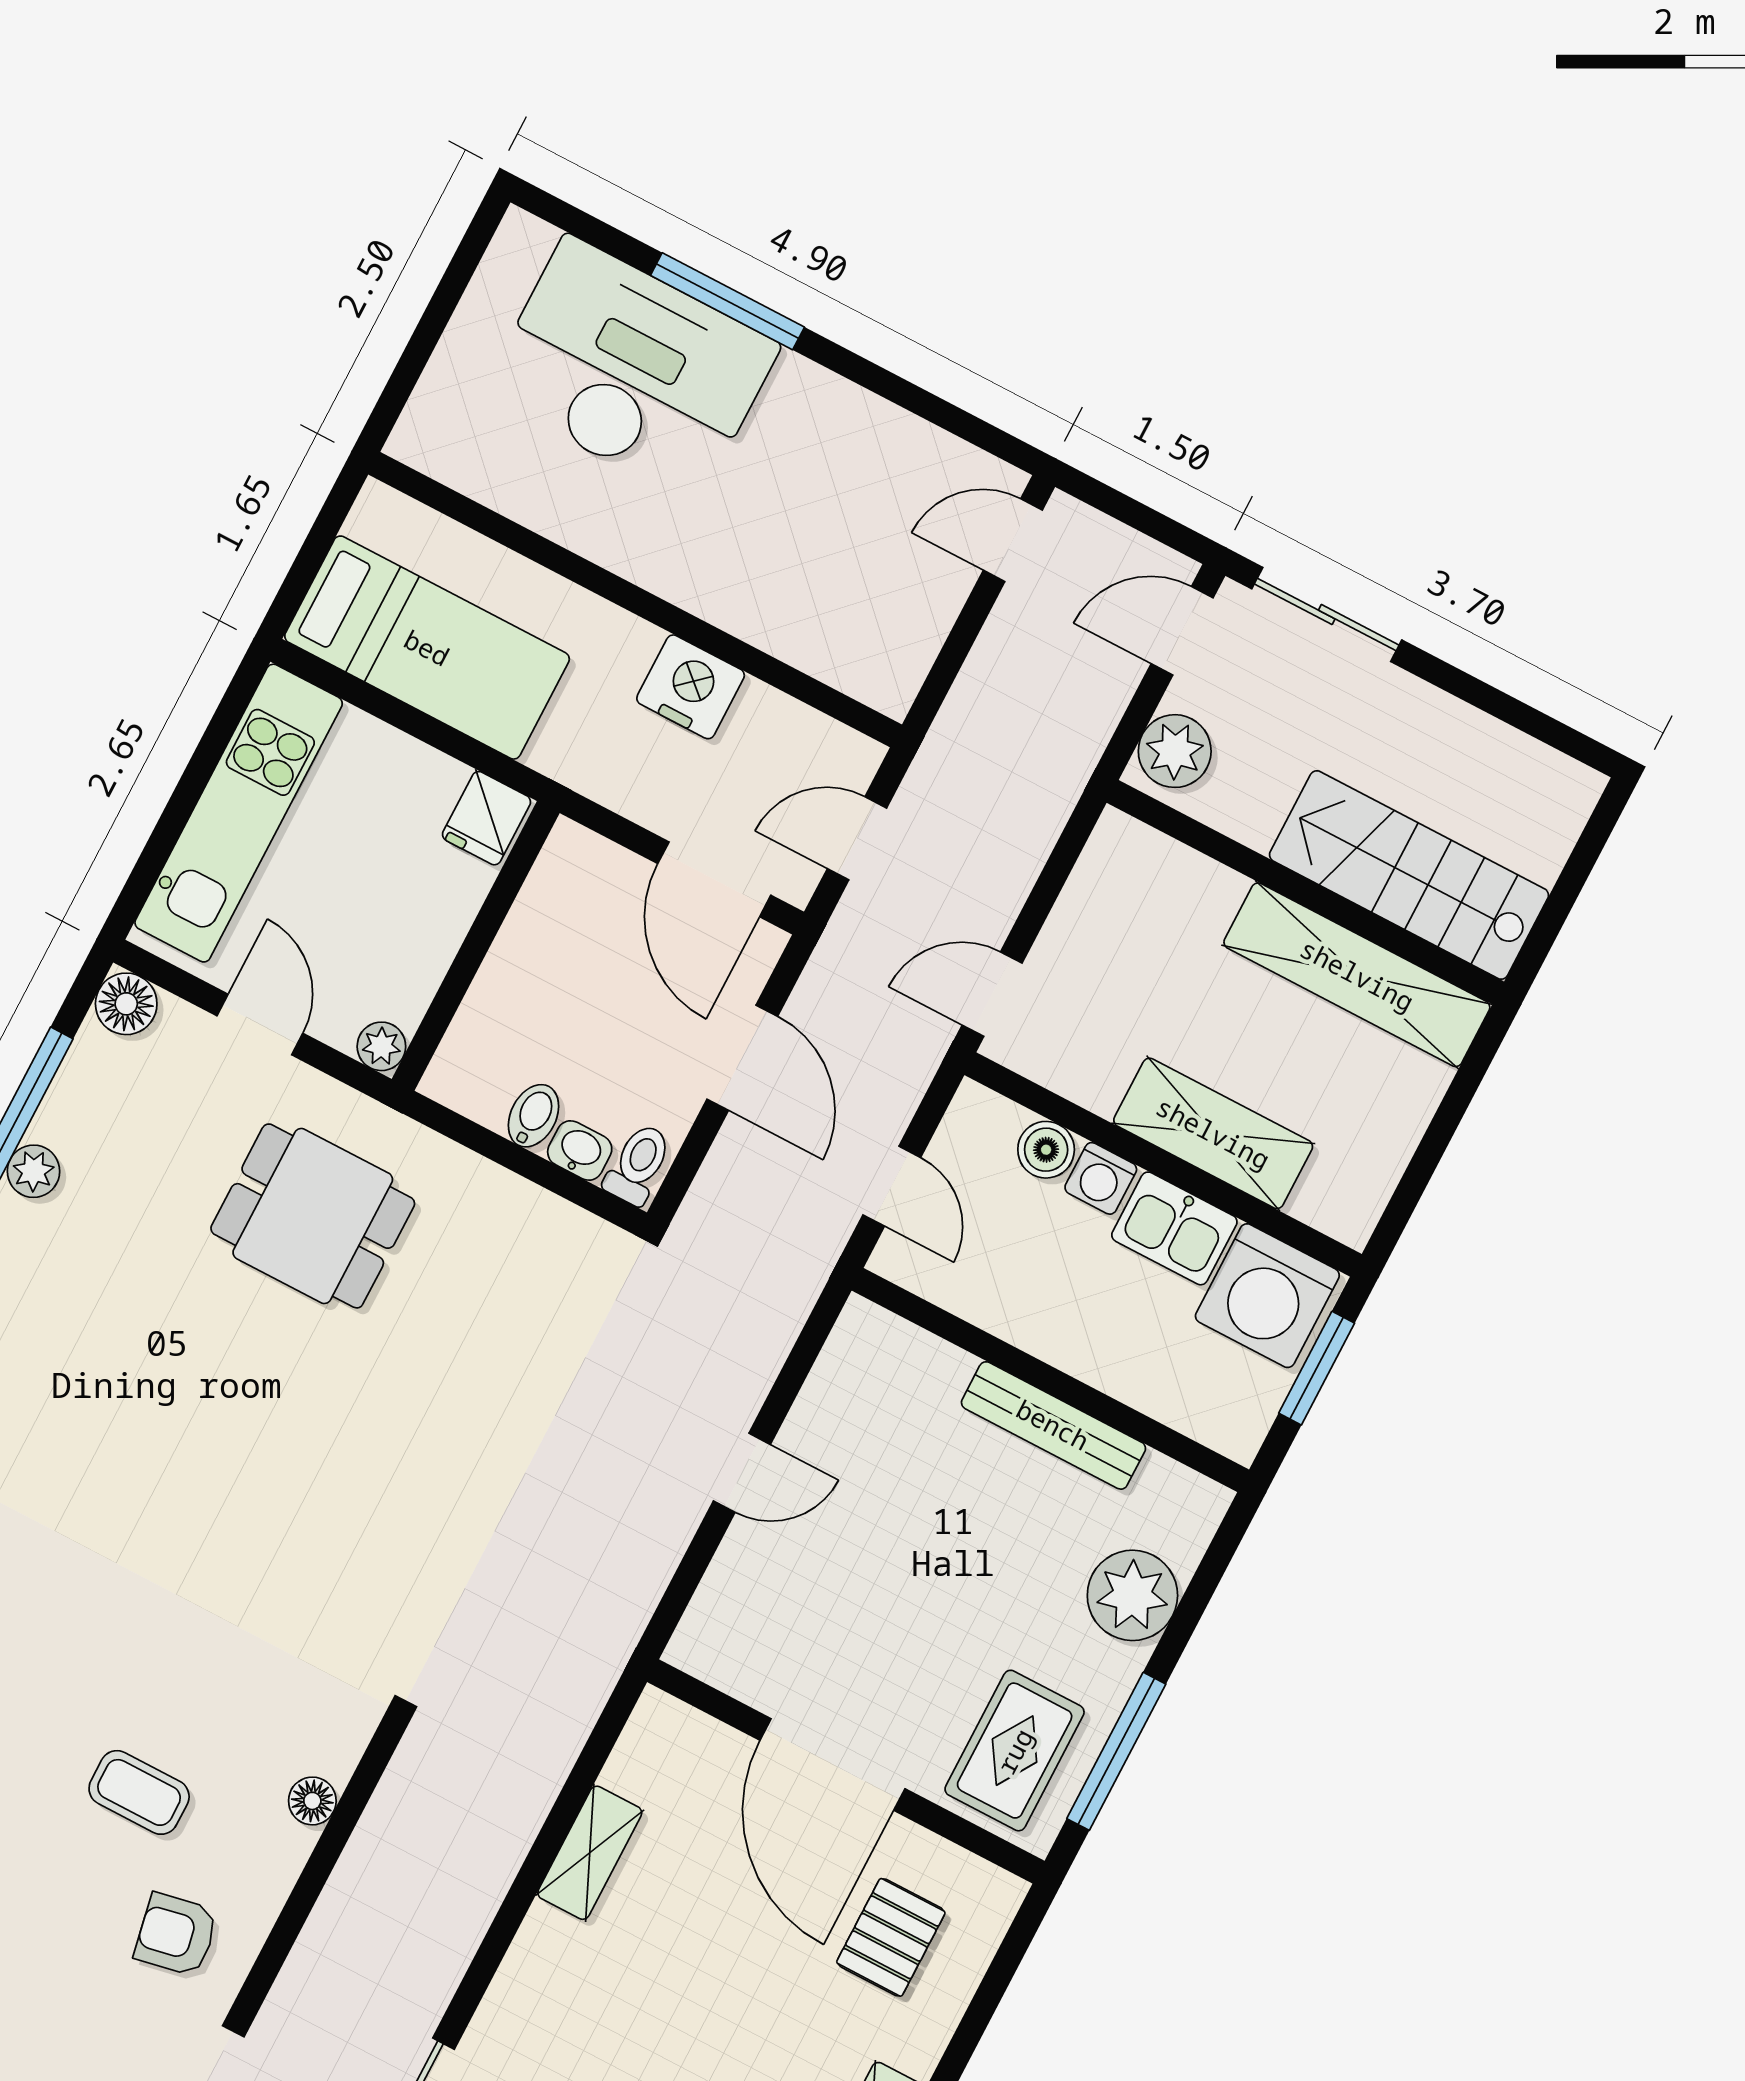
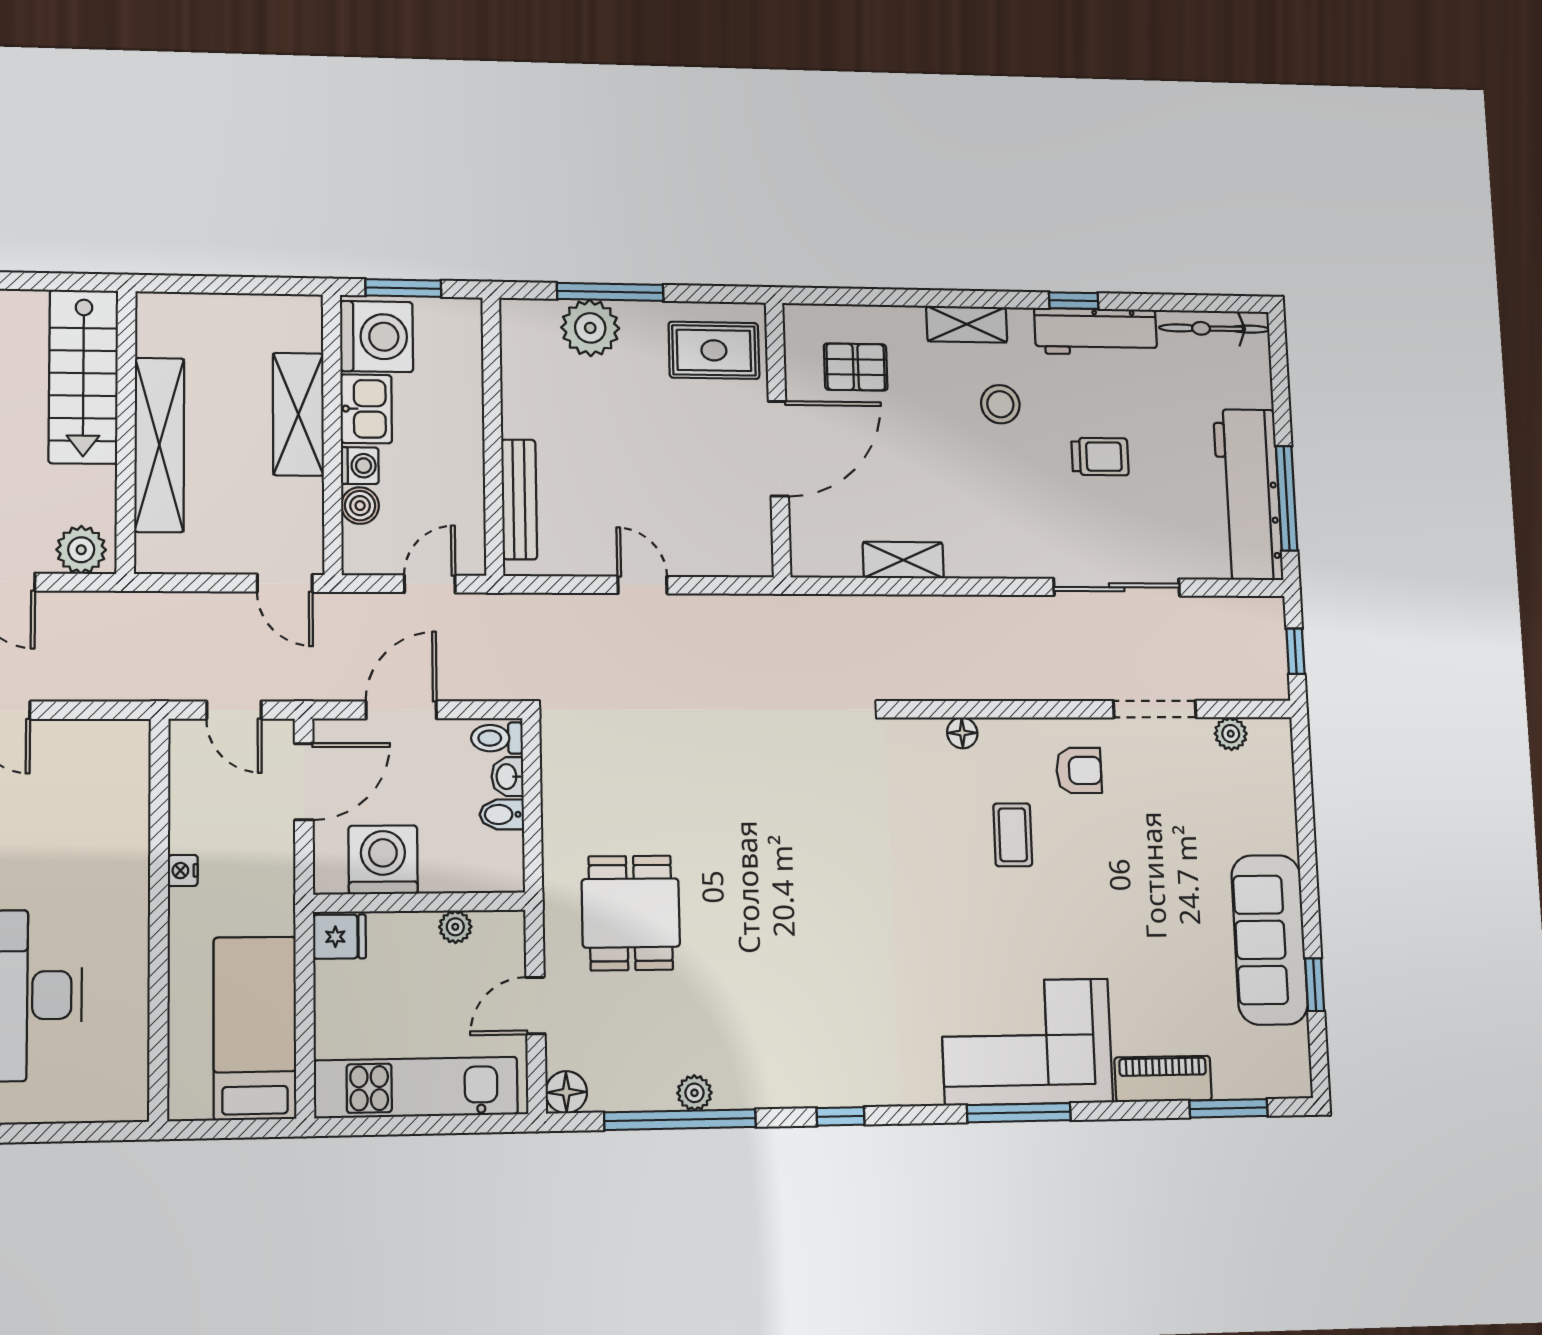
nightstand: (691, 687) -> (183, 871), width x0.53, depth x0.56
washing machine: (557, 928) -> (383, 860), added
shelving: (1357, 975) -> (159, 445), moved
plant: (381, 1046) -> (455, 927), moved
bench: (1053, 1425) -> (519, 499), moved
window: (1116, 1751) -> (610, 292), moved
armchair: (176, 1935) -> (1079, 770), turned -79

